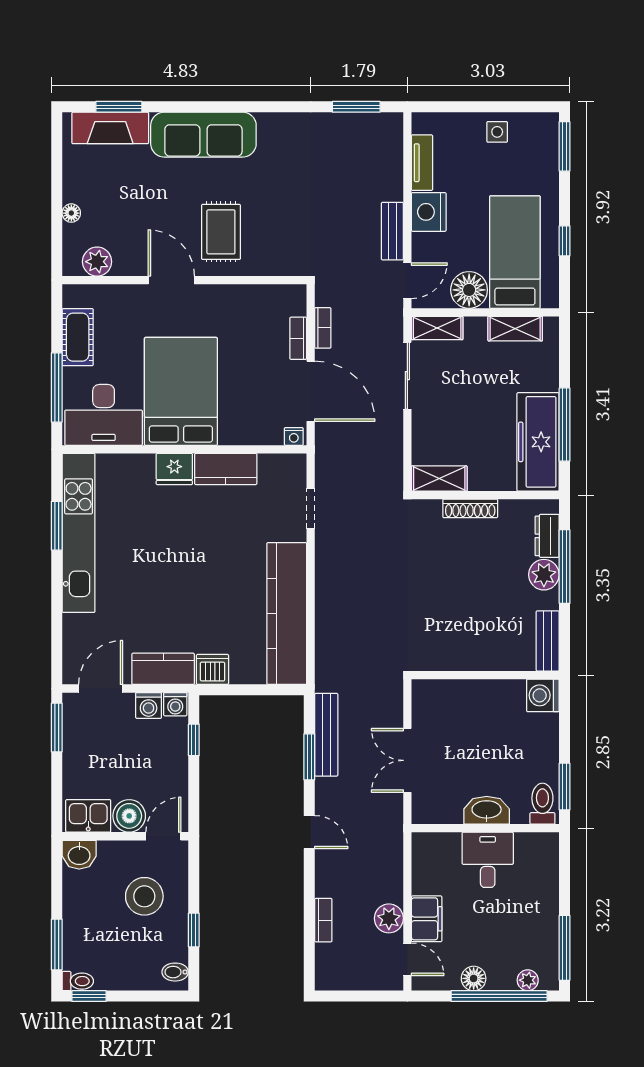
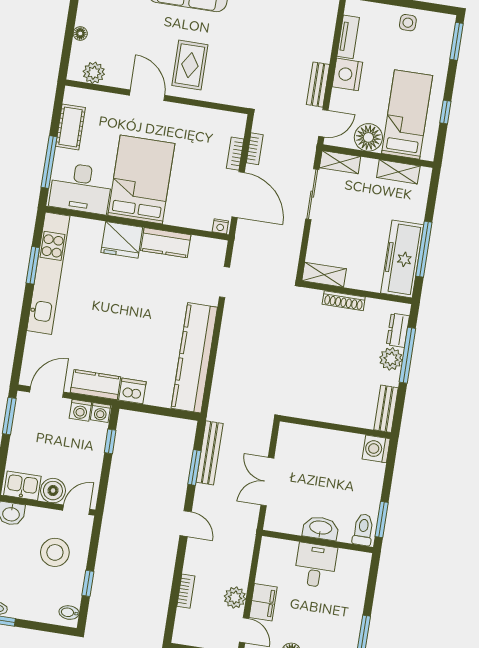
fridge: (174, 469) -> (122, 240), width x1.36, depth x1.34

